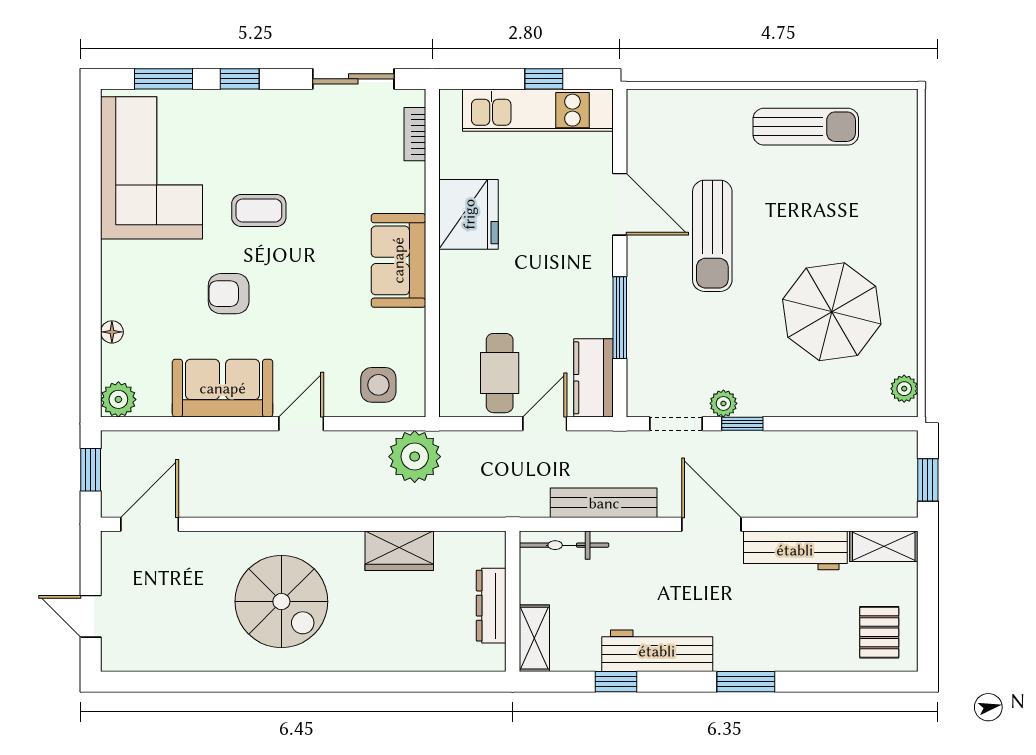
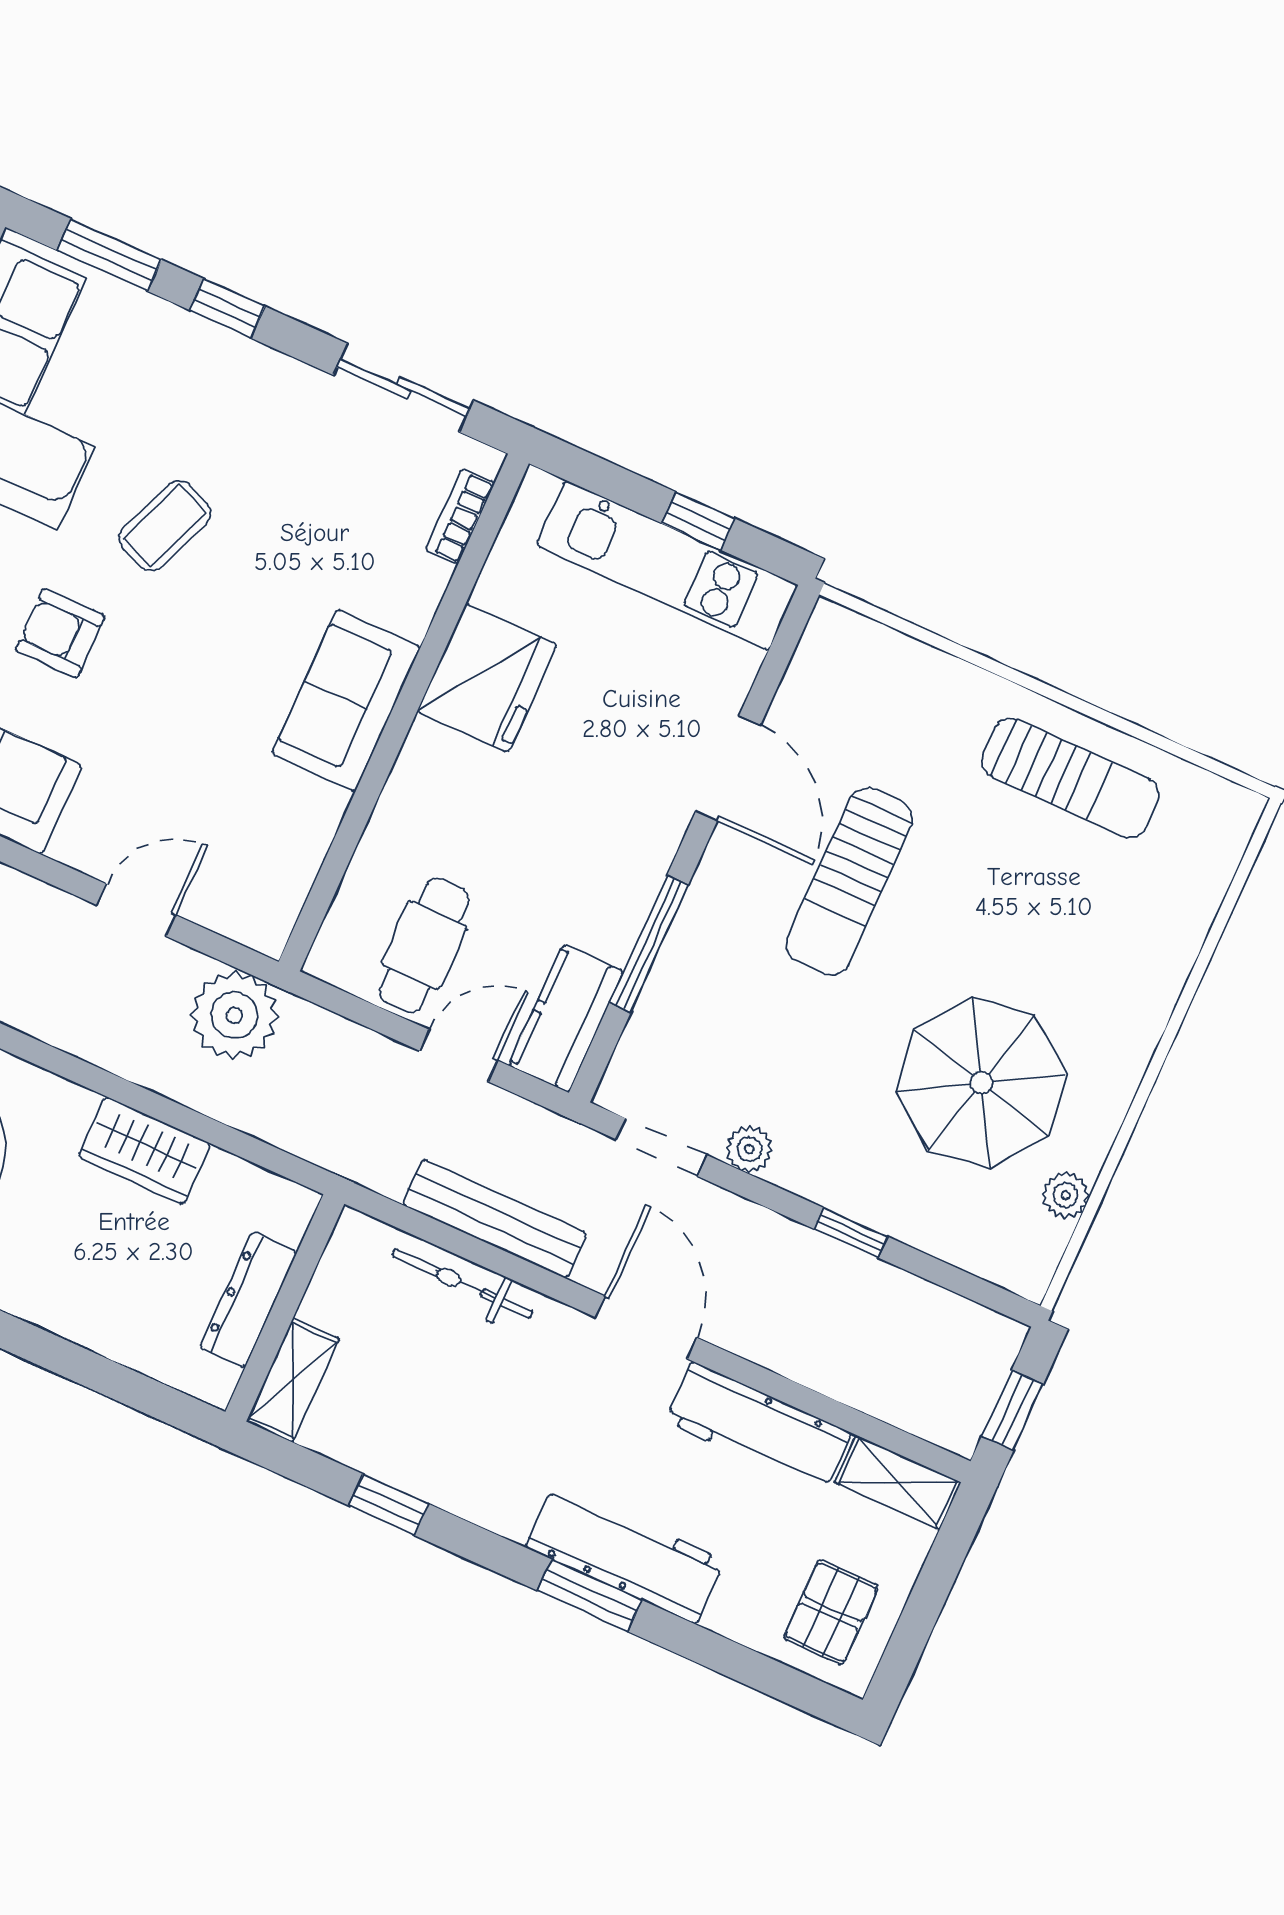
coffee table: (259, 211) -> (165, 526), turned -68
side table: (378, 385) -> (228, 879), removed
plant: (904, 389) -> (1066, 1195), moved
door: (301, 424) -> (136, 910), moved
window: (742, 424) -> (851, 1233), moved
bicycle: (564, 545) -> (462, 1283), moved
workbench: (657, 651) -> (625, 1554), moved

